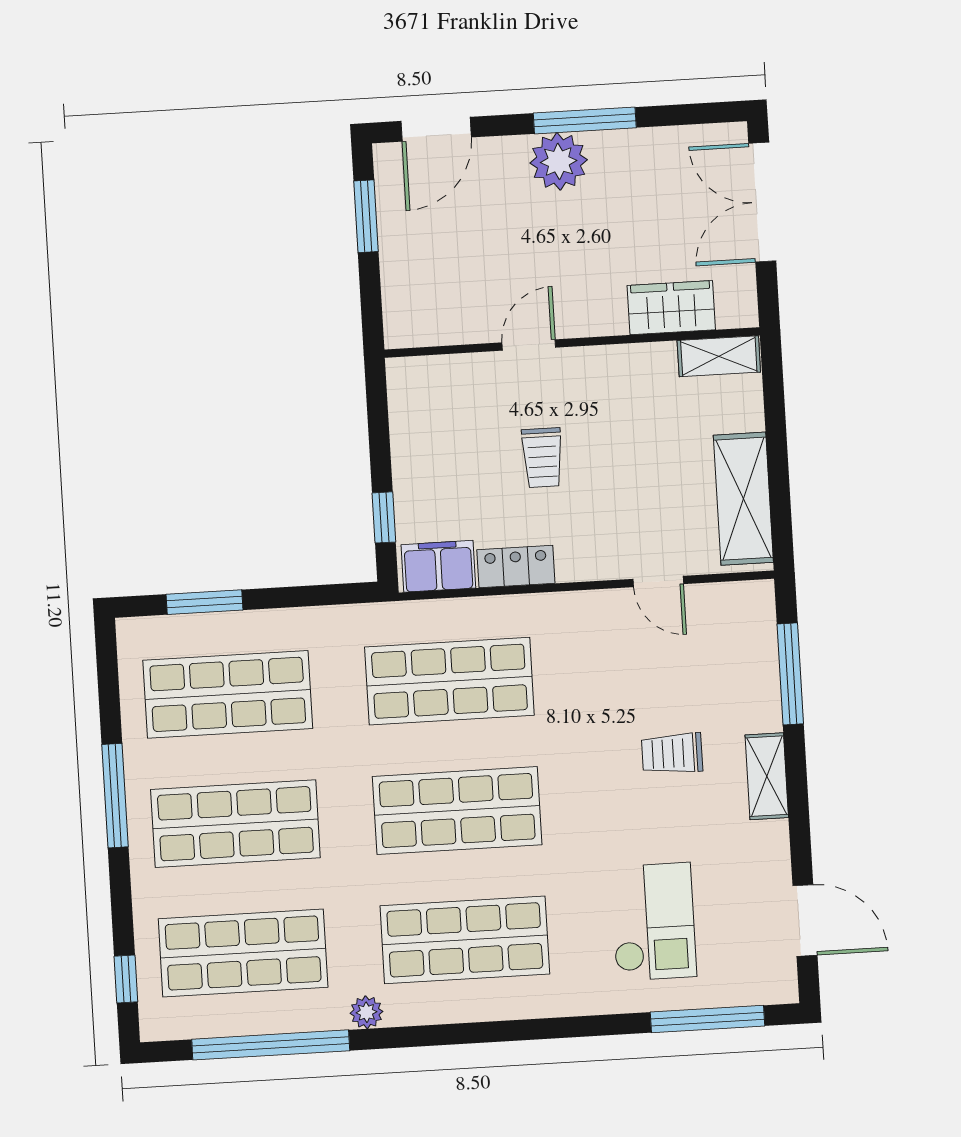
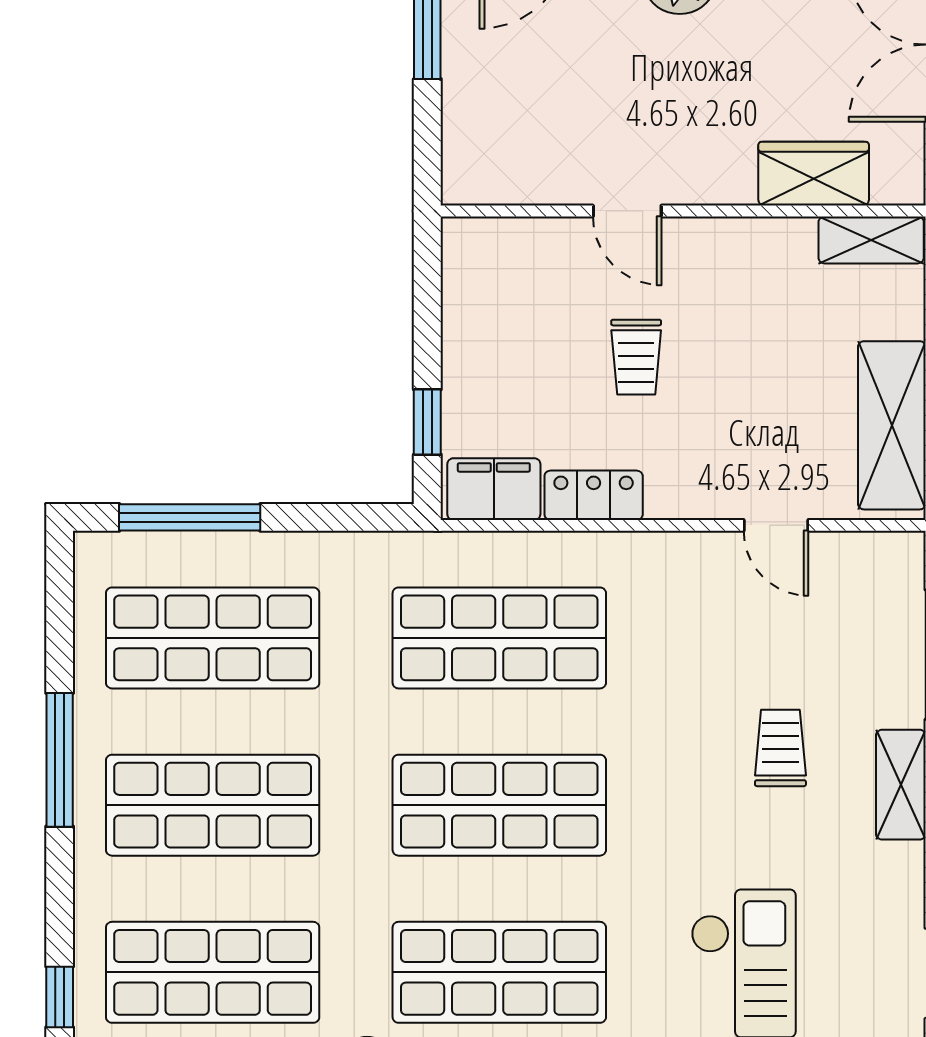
door: (529, 345) -> (627, 211), swing flipped
window: (204, 602) -> (190, 517), width x1.44
trolley: (672, 753) -> (780, 748), turned 90

